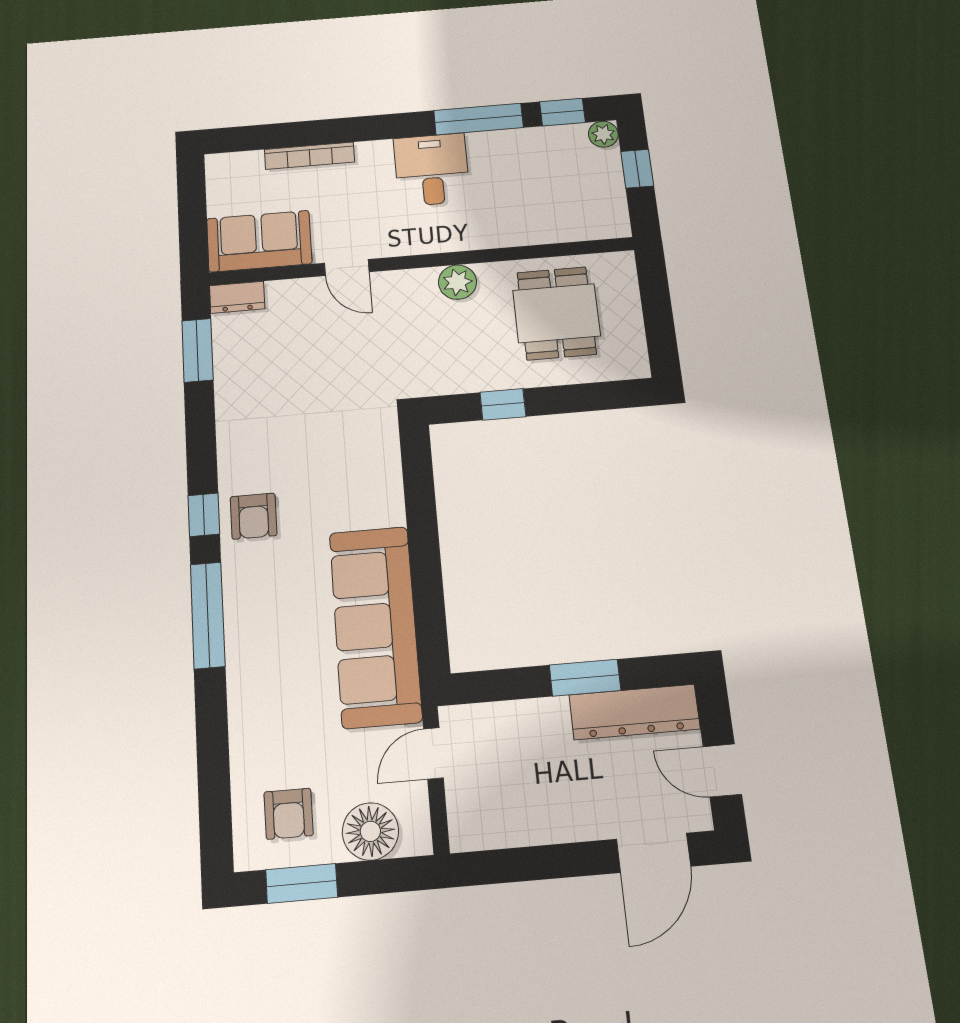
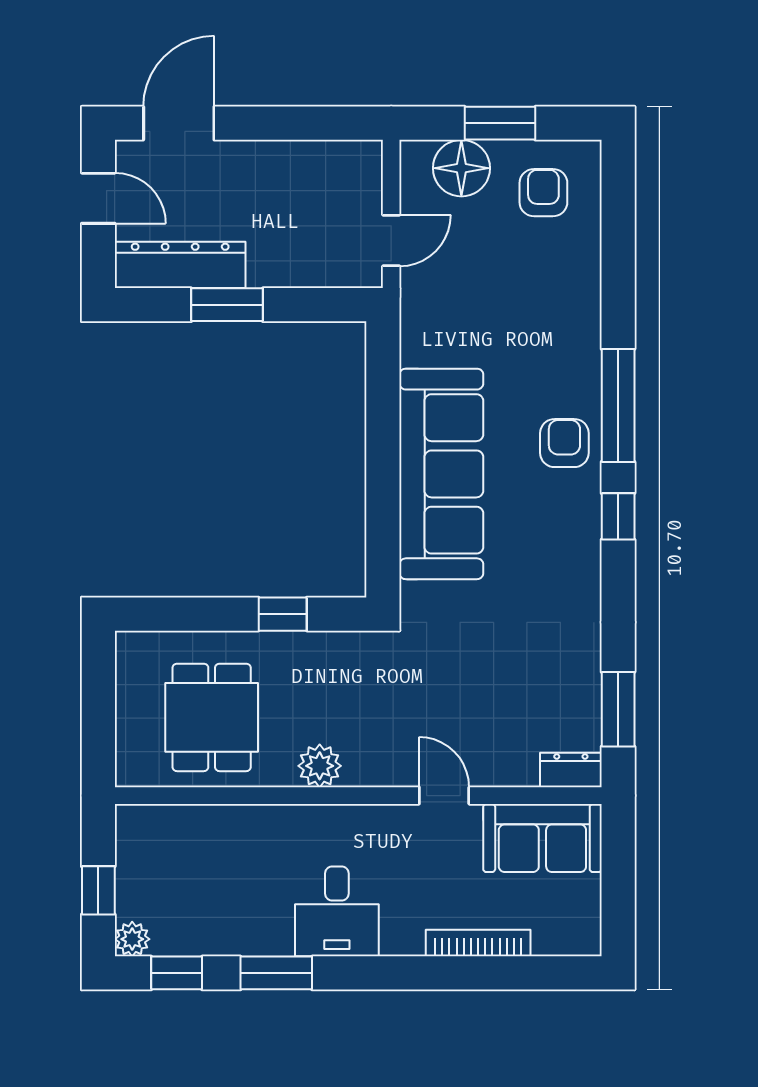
window: (478, 119) -> (276, 973), width x0.69
armchair: (254, 516) -> (564, 443), moved
sofa: (375, 626) -> (441, 474), moved
window: (302, 883) -> (500, 123), moved

